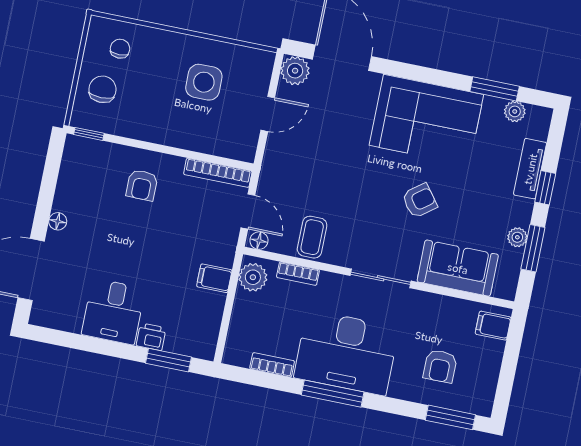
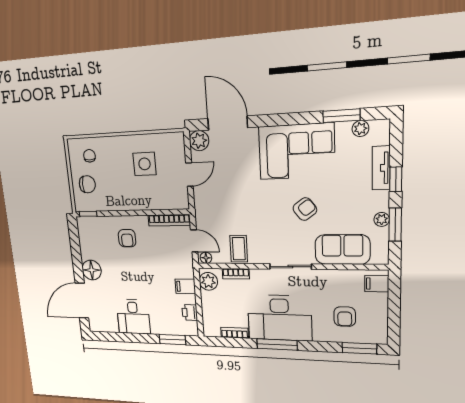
chair: (102, 89) -> (87, 184), turned 90
floor lamp: (58, 221) -> (92, 270), width x1.89, depth x1.89
printer: (151, 337) -> (190, 313), moved, turned -90

